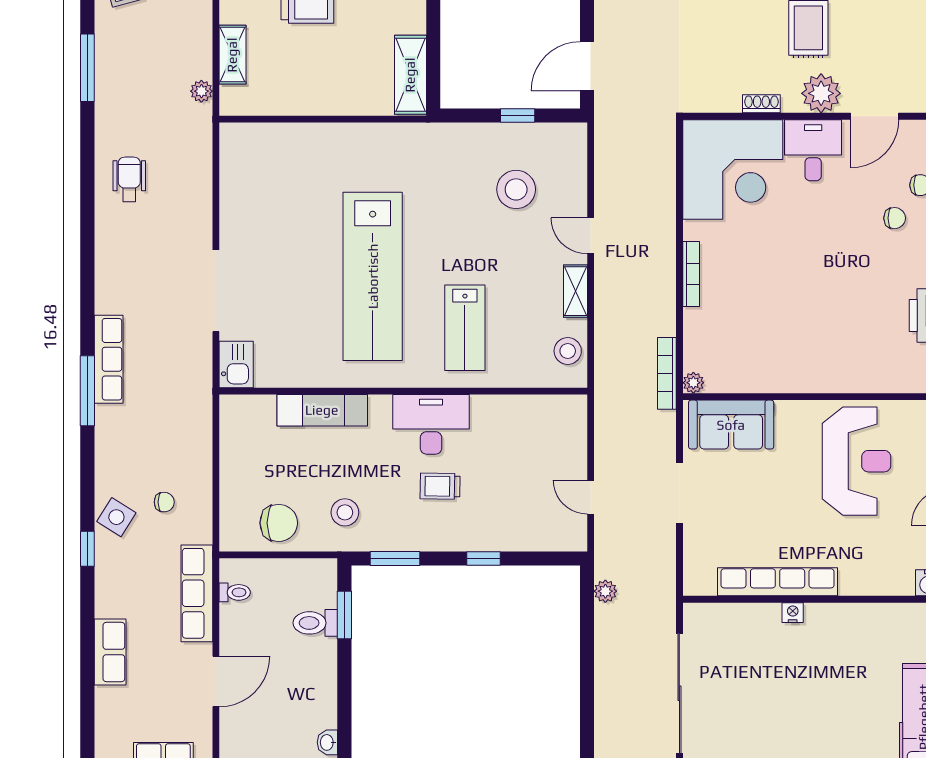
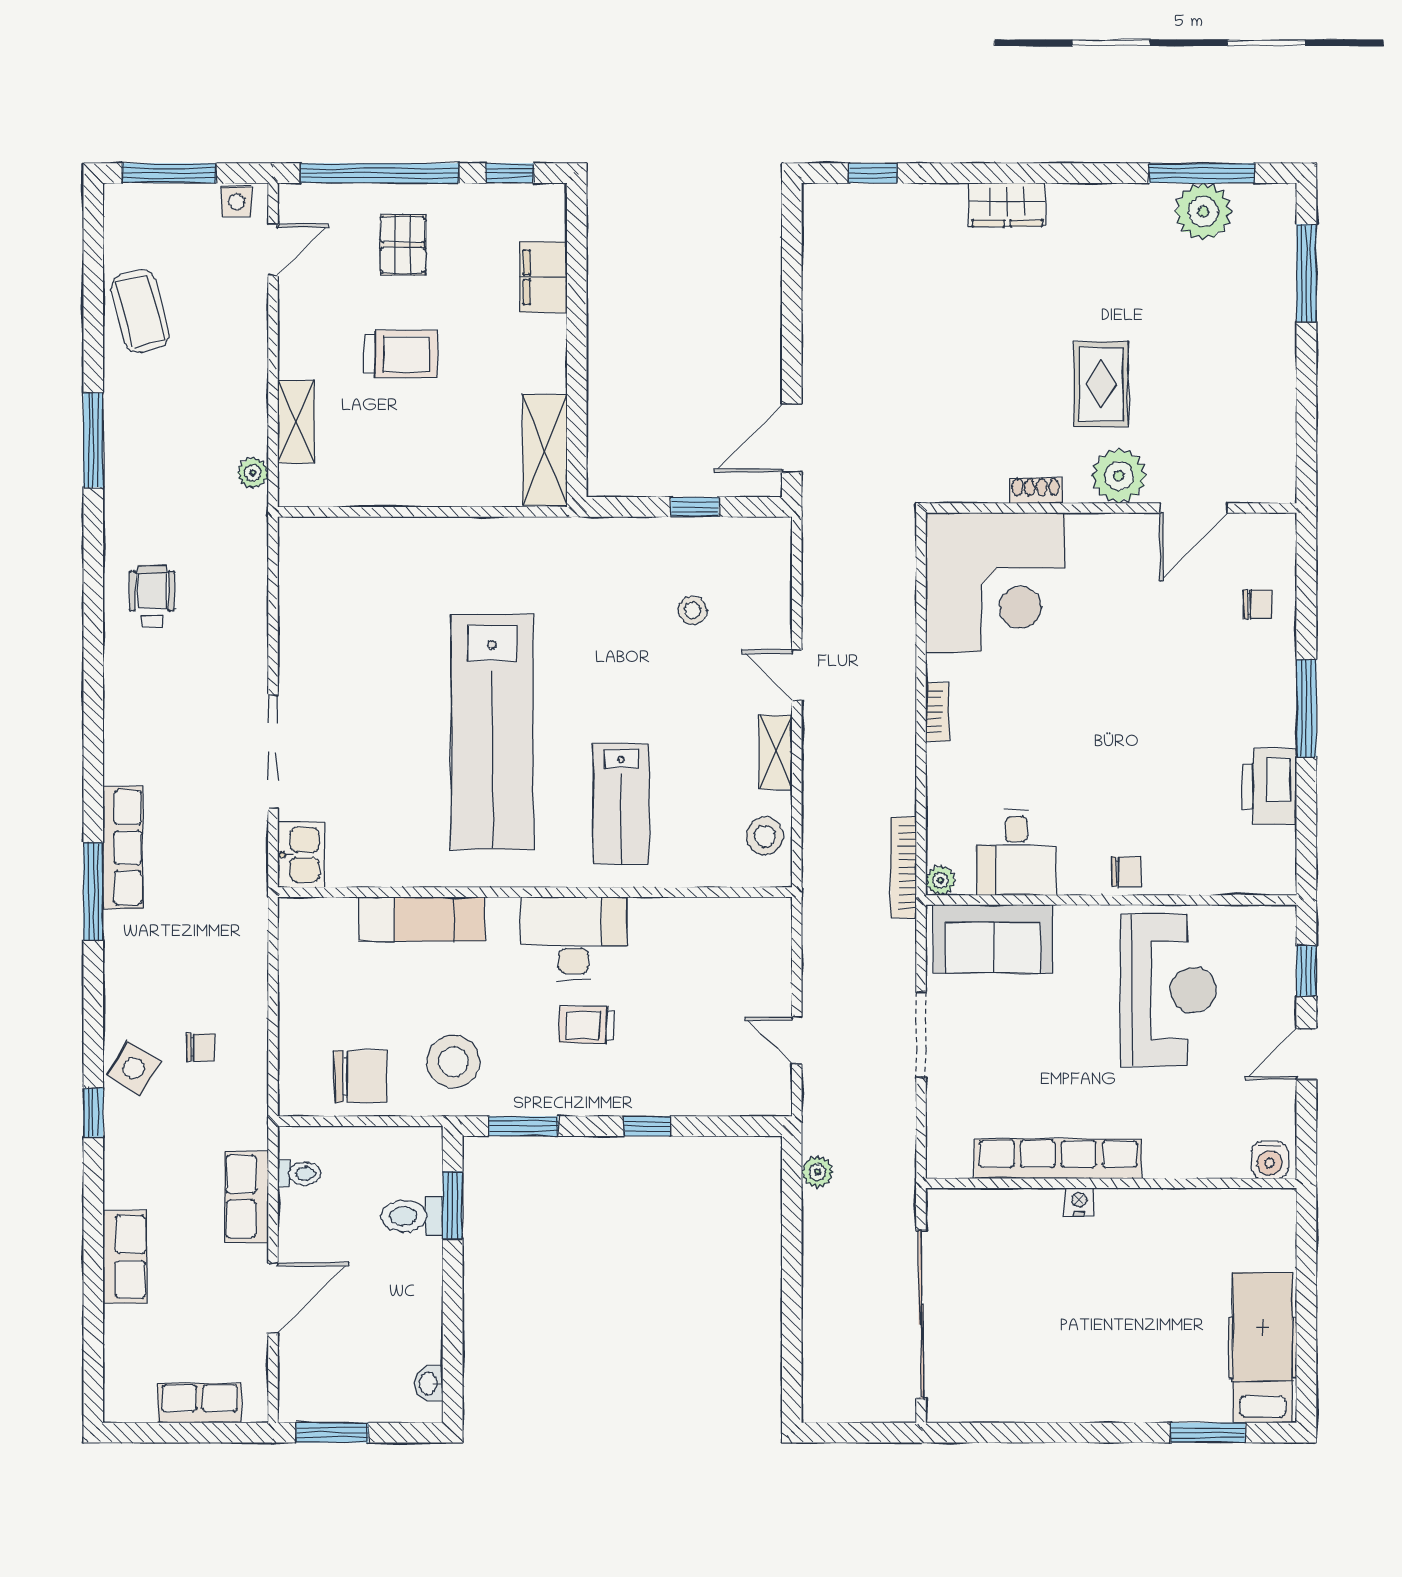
desk: (813, 150) -> (1016, 852), moved, turned 180
stool: (516, 189) -> (693, 610), width x0.53, depth x0.53
chair: (895, 218) -> (1126, 872), moved
bookcase: (691, 274) -> (937, 712), width x0.64
stool: (345, 512) -> (453, 1062), width x1.38, depth x1.38
row of seats: (197, 593) -> (246, 1197), width x0.68

